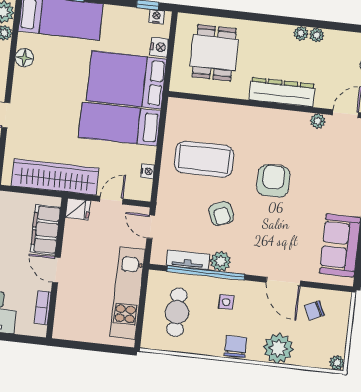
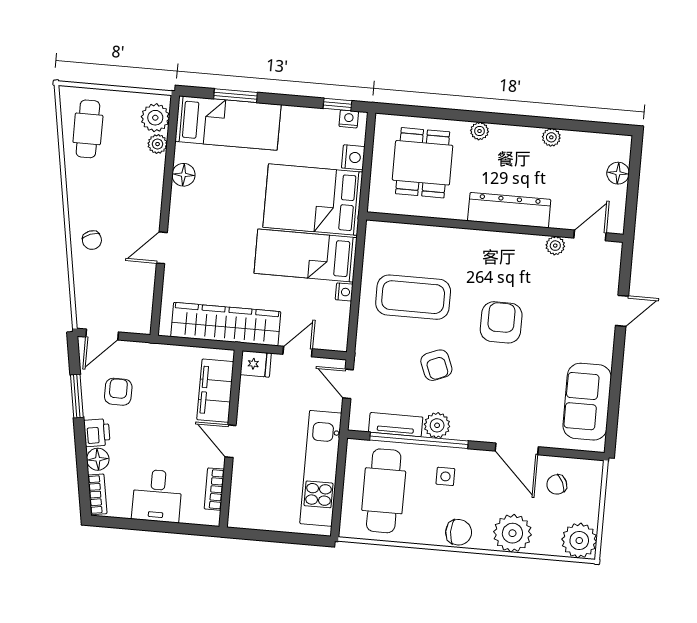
plant: (301, 33) -> (480, 131), moved
nightstand: (147, 171) -> (344, 292), moved
cafe table: (177, 312) -> (384, 491), width x1.37, depth x1.35
chair: (236, 347) -> (459, 532), turned 90
plant: (337, 363) -> (579, 541), width x1.88, depth x1.88

